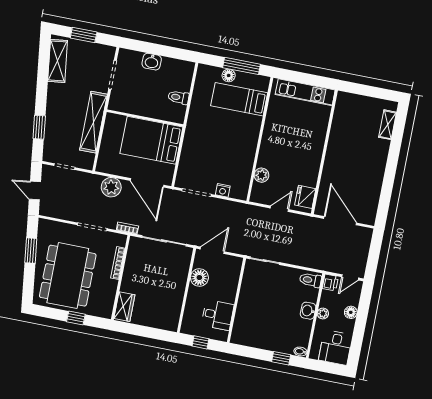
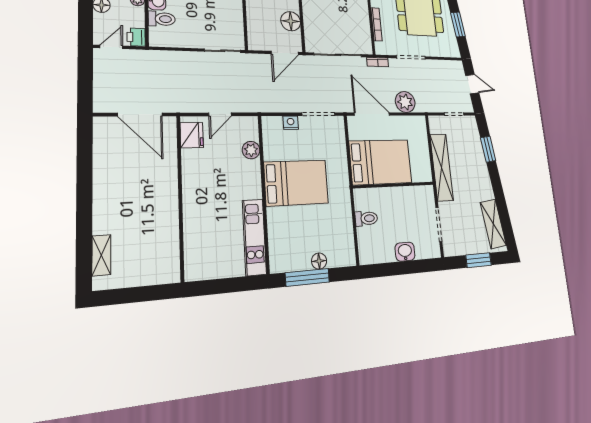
kitchen unit: (305, 92) -> (254, 237), moved, turned -90
bed: (239, 99) -> (296, 183), moved, width x1.50
toilet: (310, 280) -> (162, 19), moved

